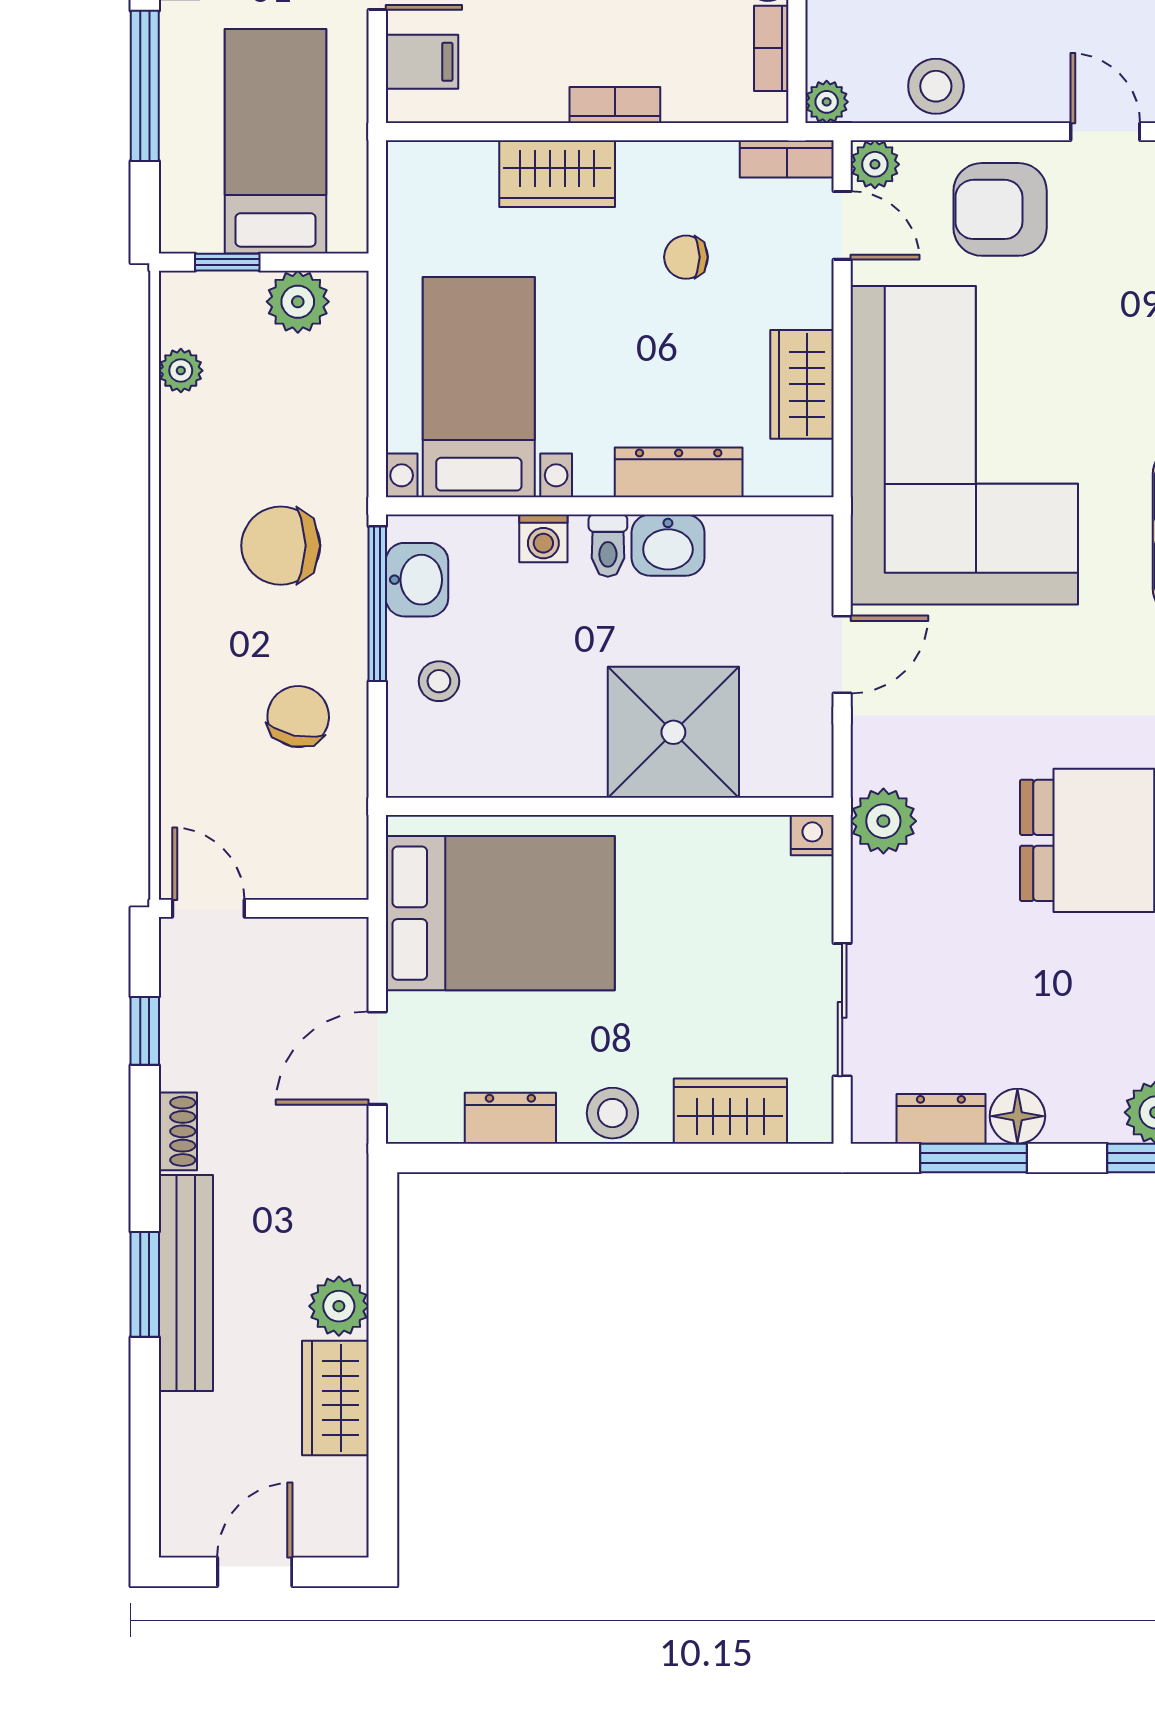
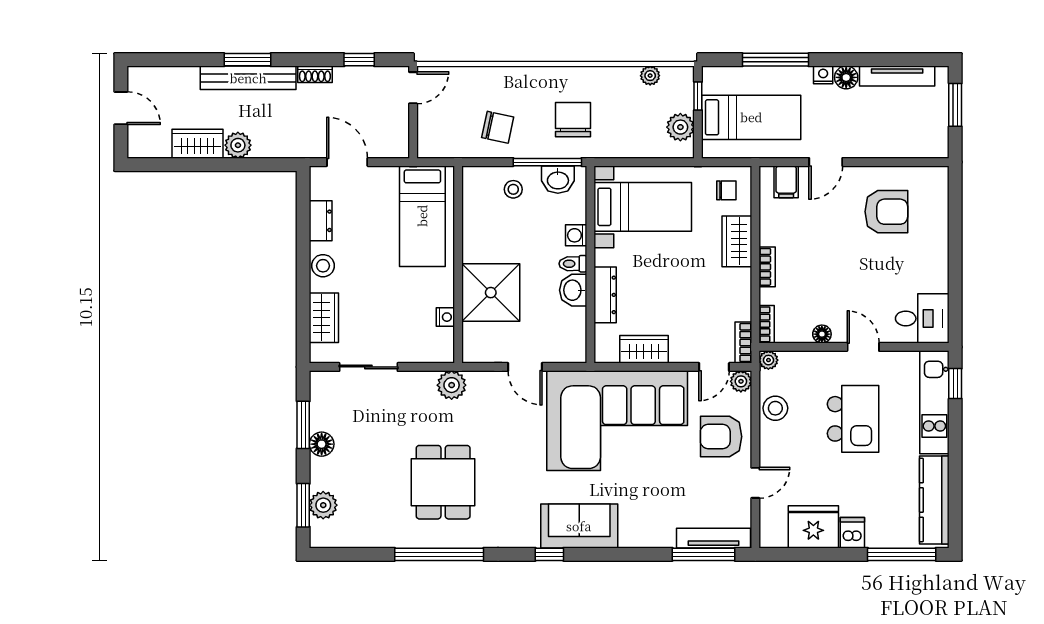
bookcase: (771, 48) -> (767, 324), moved, turned 90
armchair: (1000, 209) -> (721, 437), turned -90
chair: (686, 257) -> (726, 190), moved, turned 90
nightstand: (812, 835) -> (445, 317), moved
bed: (500, 913) -> (422, 216), width x0.67
dresser: (941, 1119) -> (320, 410), removed

